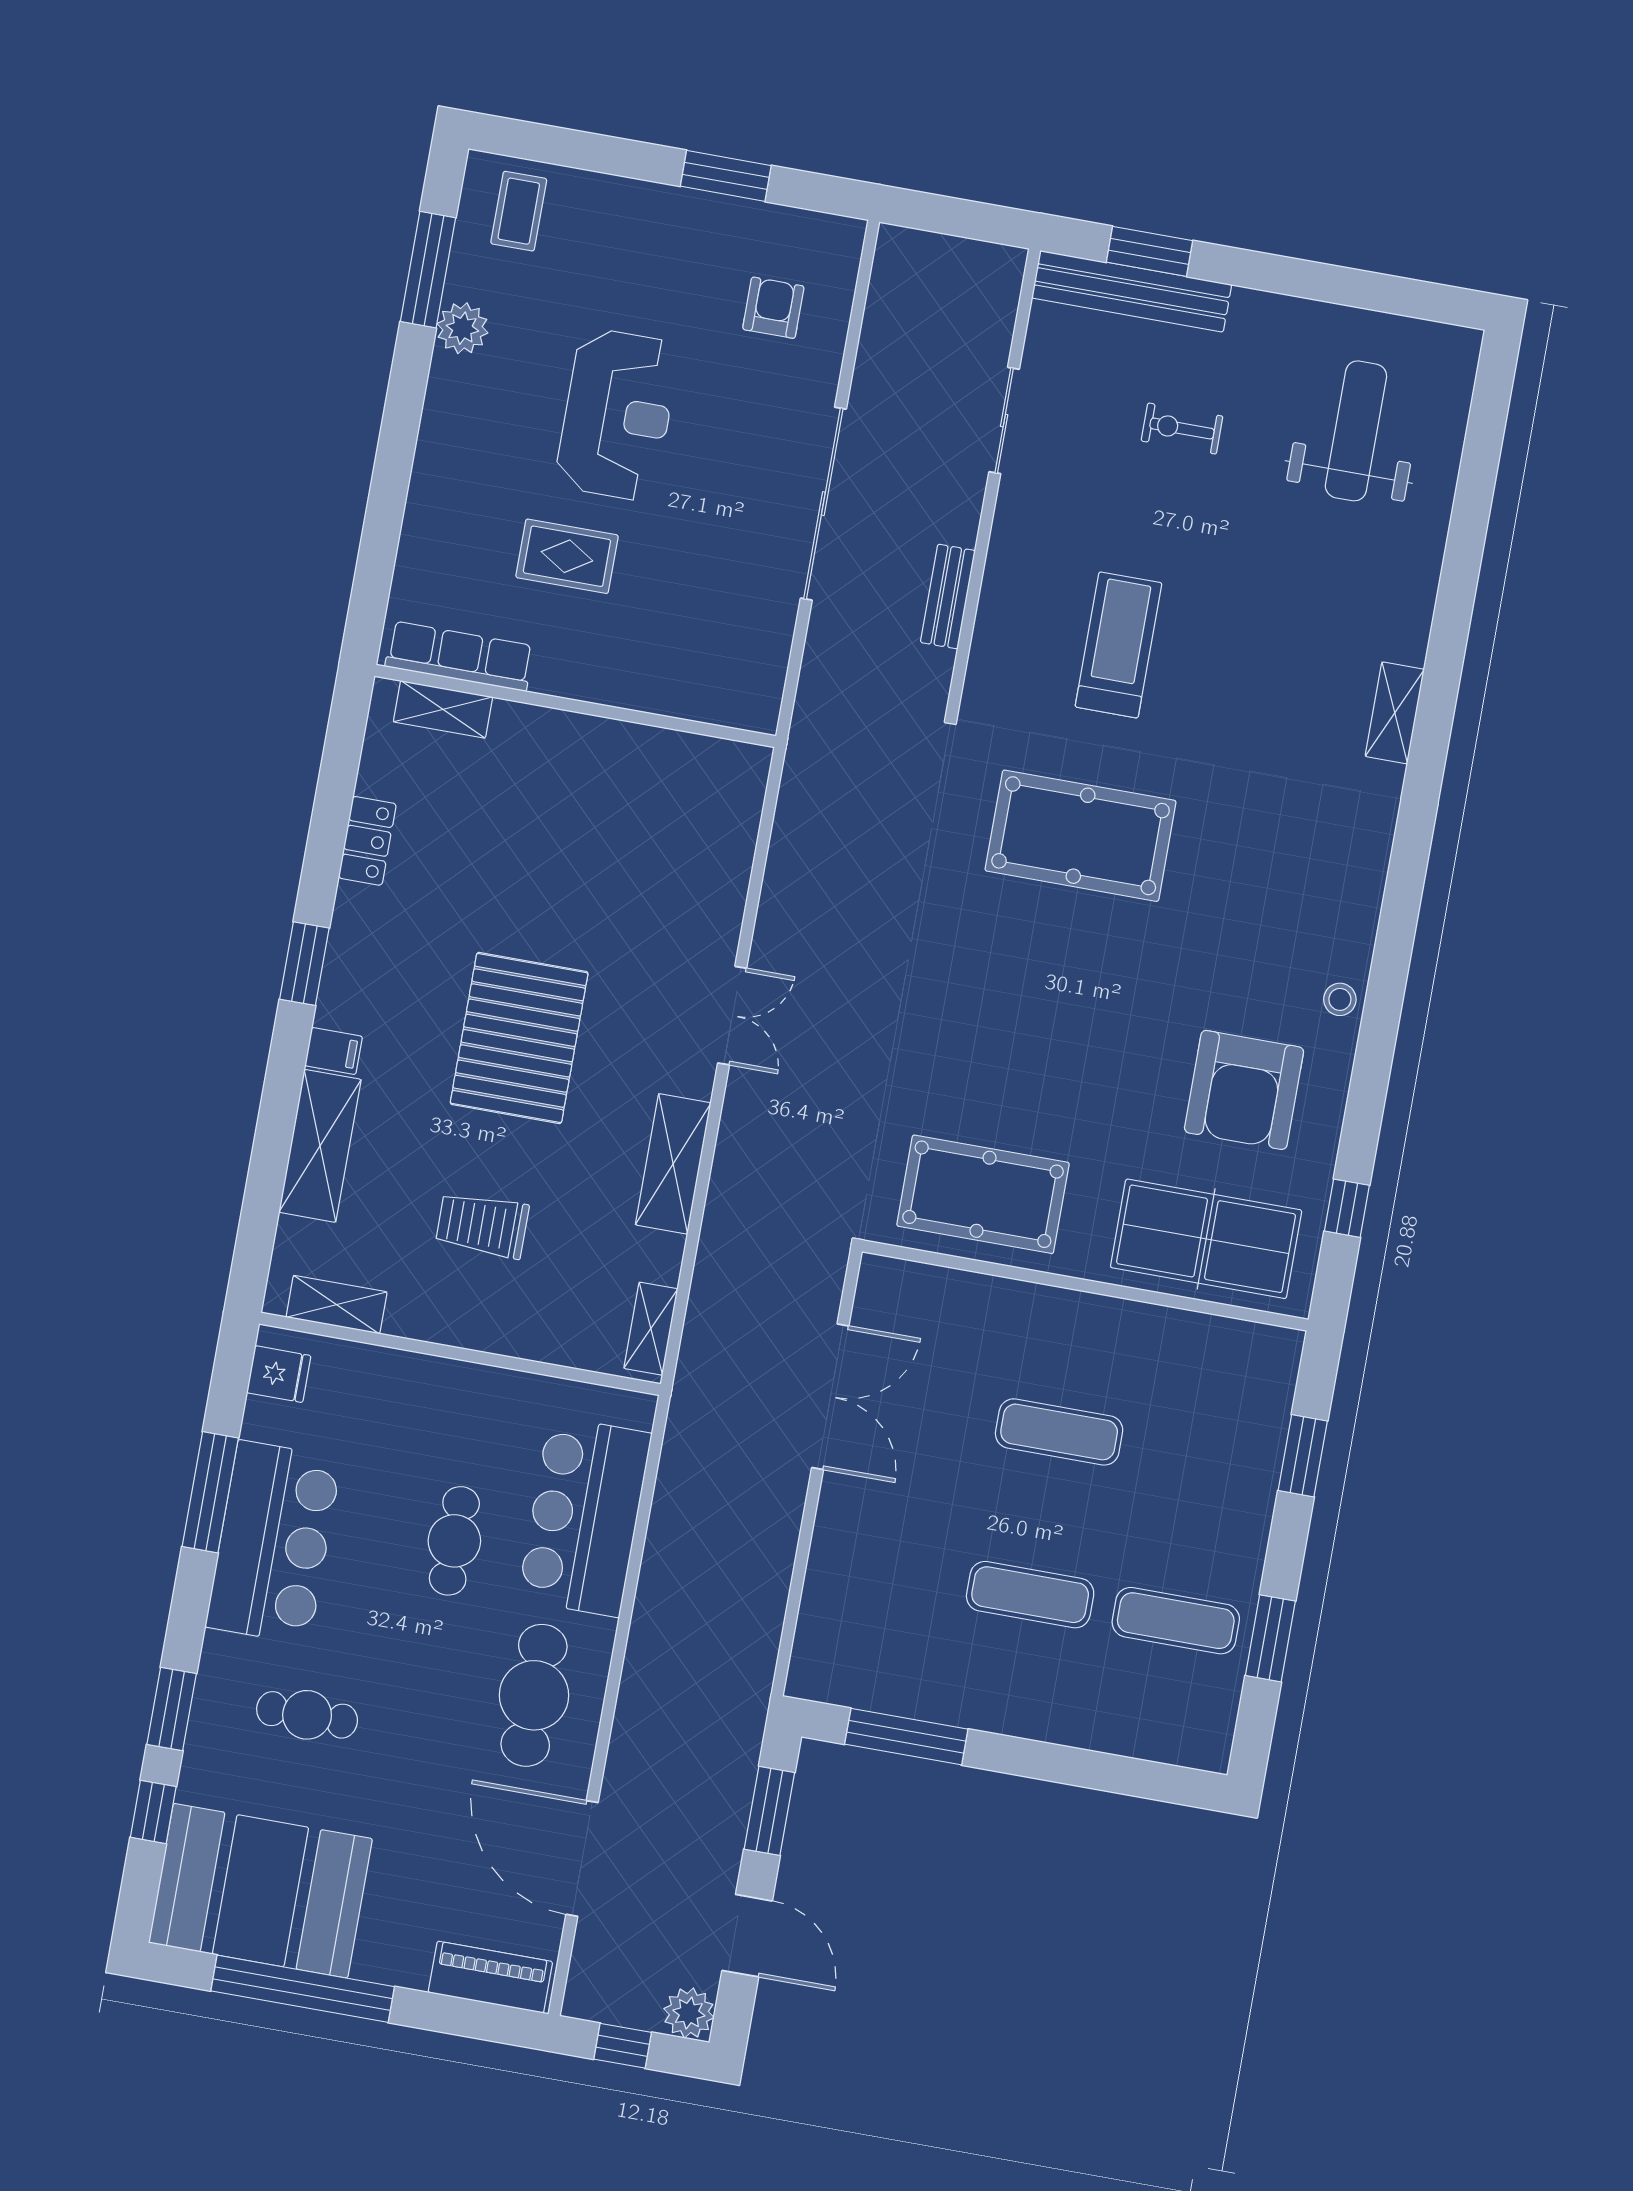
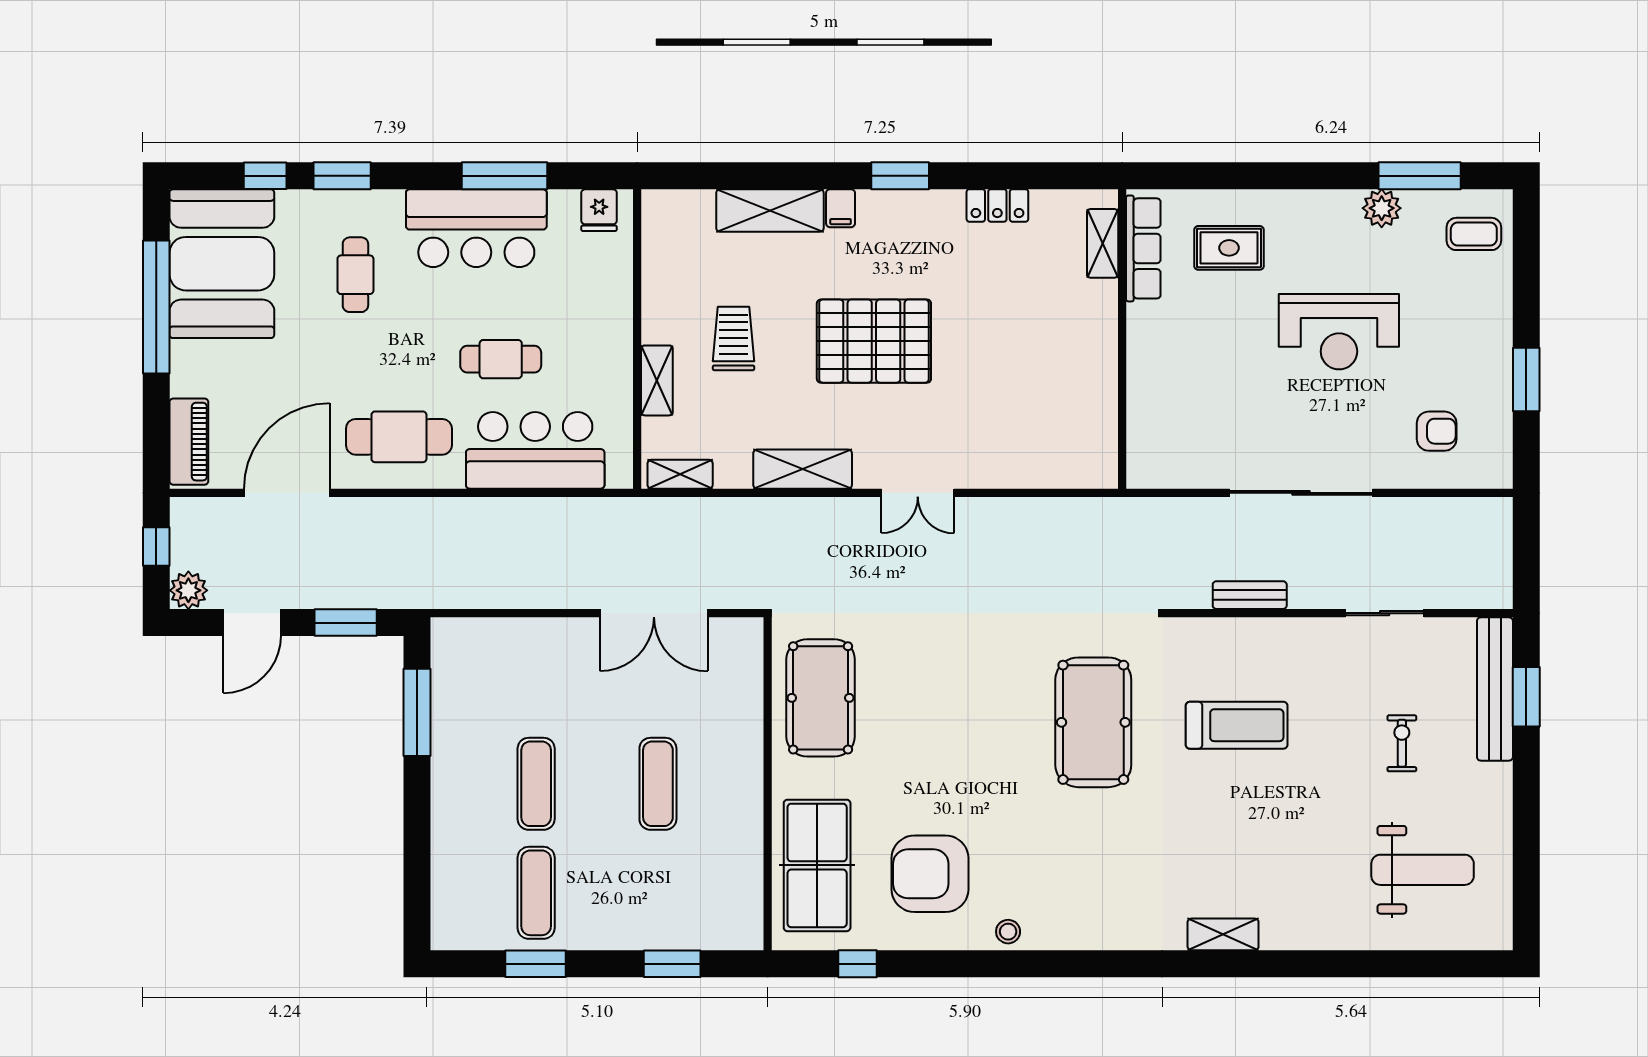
rug: (567, 556) -> (1229, 248), moved, turned 90
shelving: (337, 1305) -> (657, 380), moved

